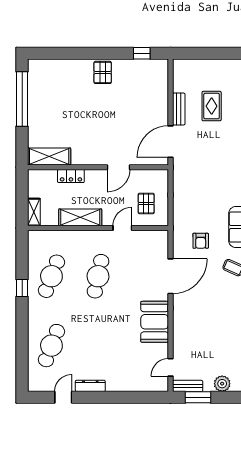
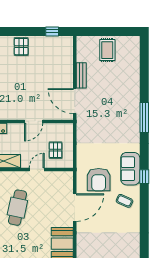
rug: (212, 106) -> (107, 50), moved
door: (171, 142) -> (75, 101), hinge flipped
armchair: (201, 241) -> (99, 180), width x1.88, depth x1.88

